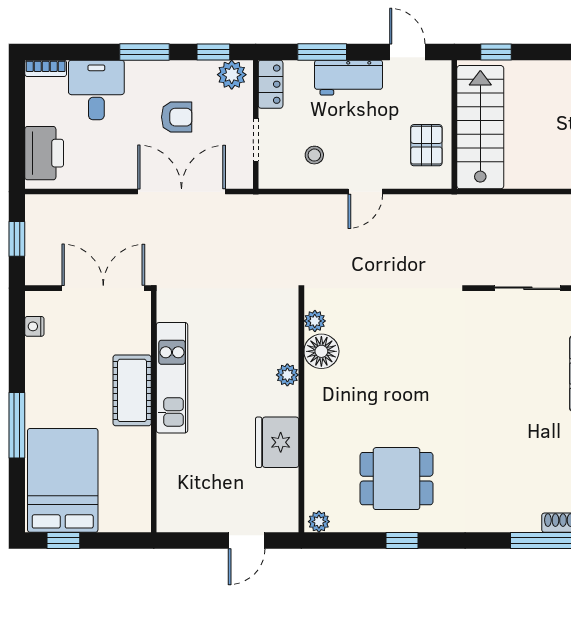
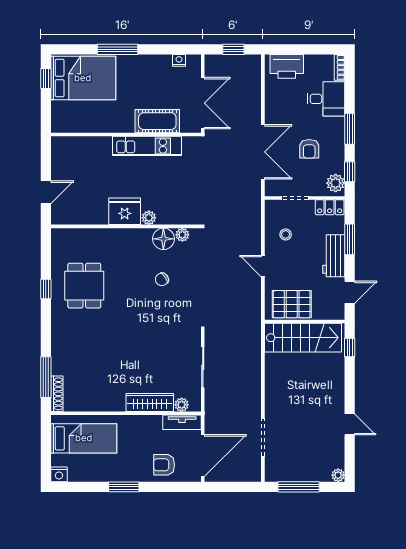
pallet: (426, 145) -> (292, 304), width x1.50, depth x1.42
chair: (387, 354) -> (162, 279), added
cot: (132, 390) -> (157, 121), moved
fridge: (277, 442) -> (125, 211), moved
plant: (319, 522) -> (58, 237), removed
door: (247, 540) -> (46, 192), swing flipped

